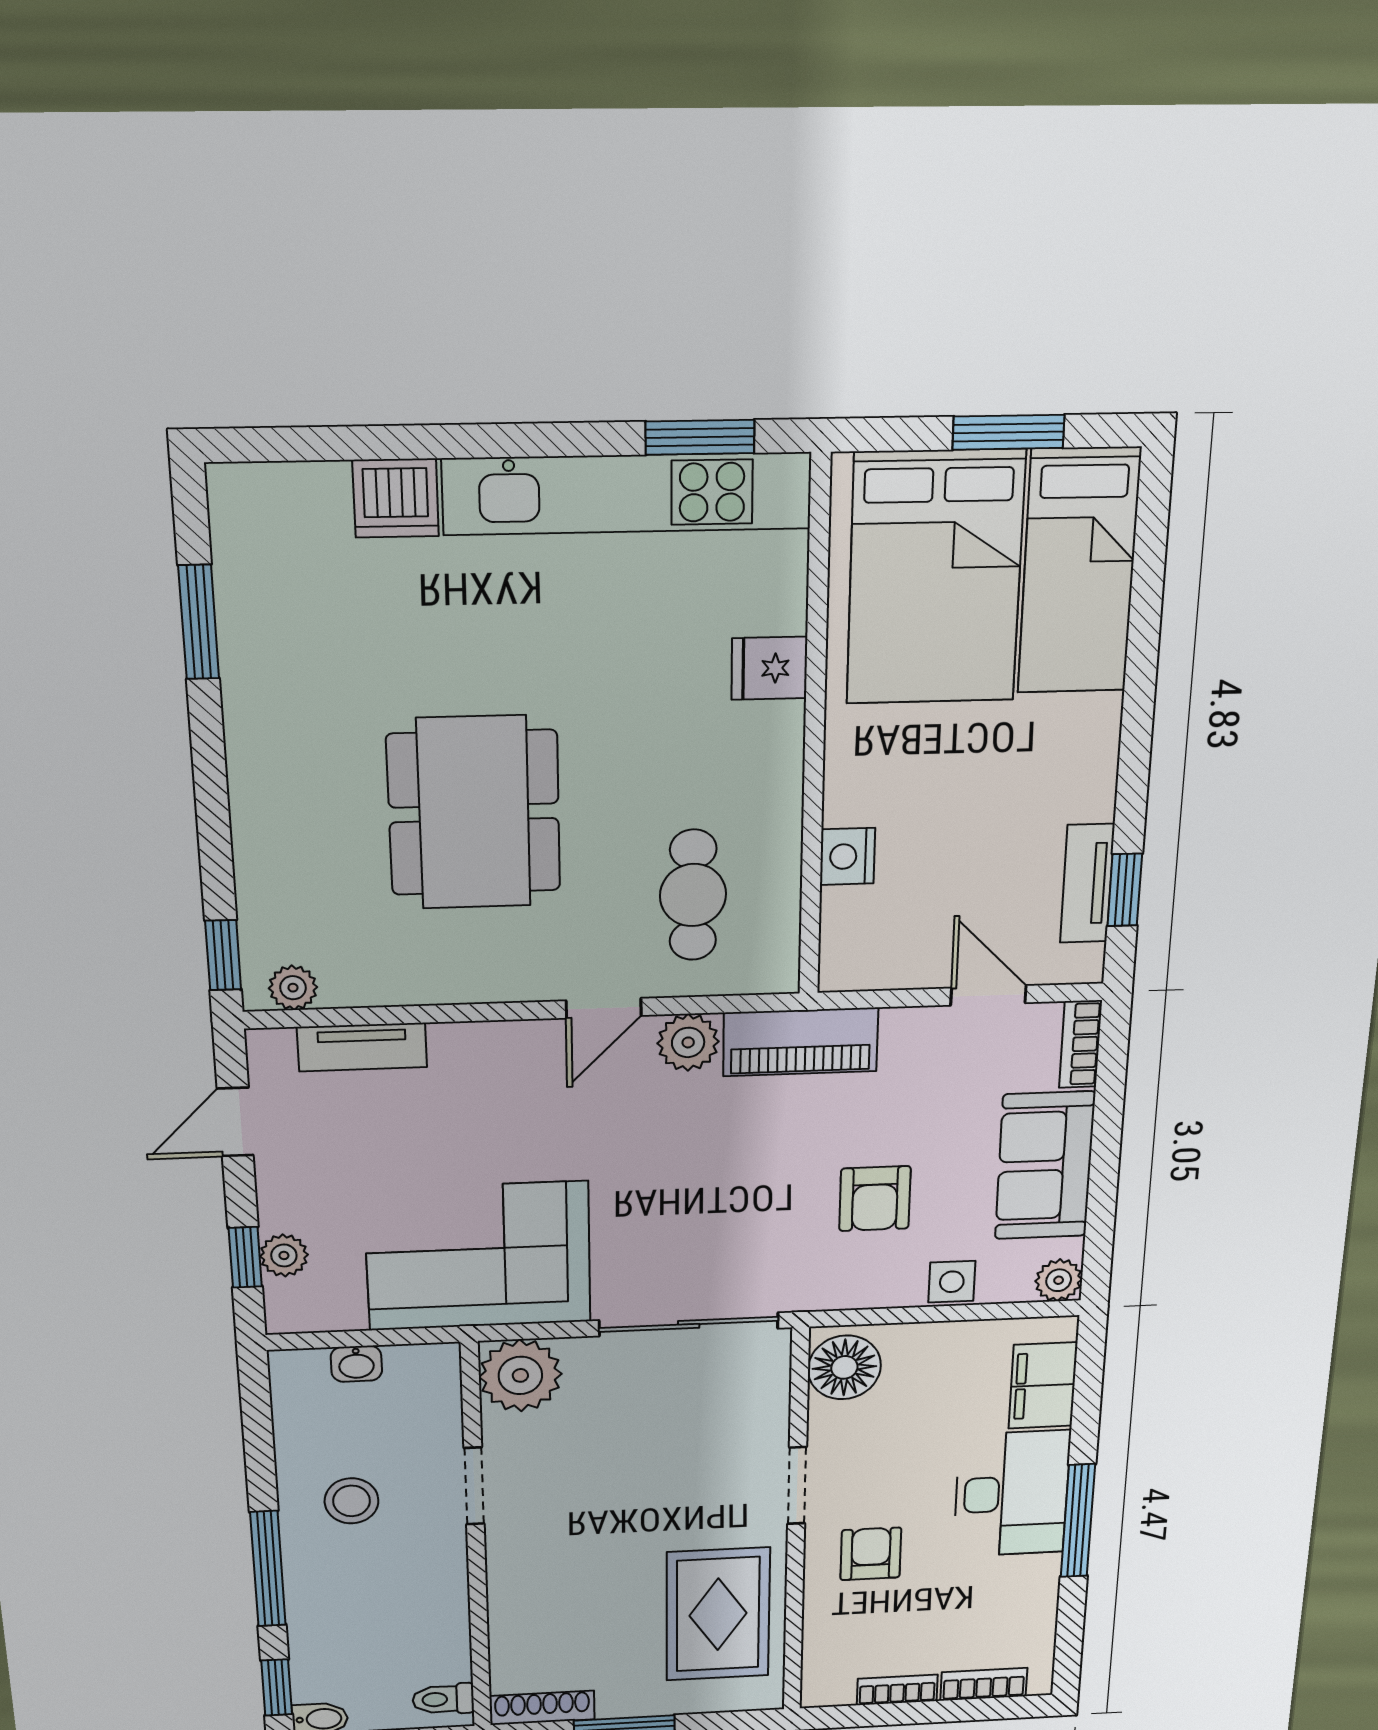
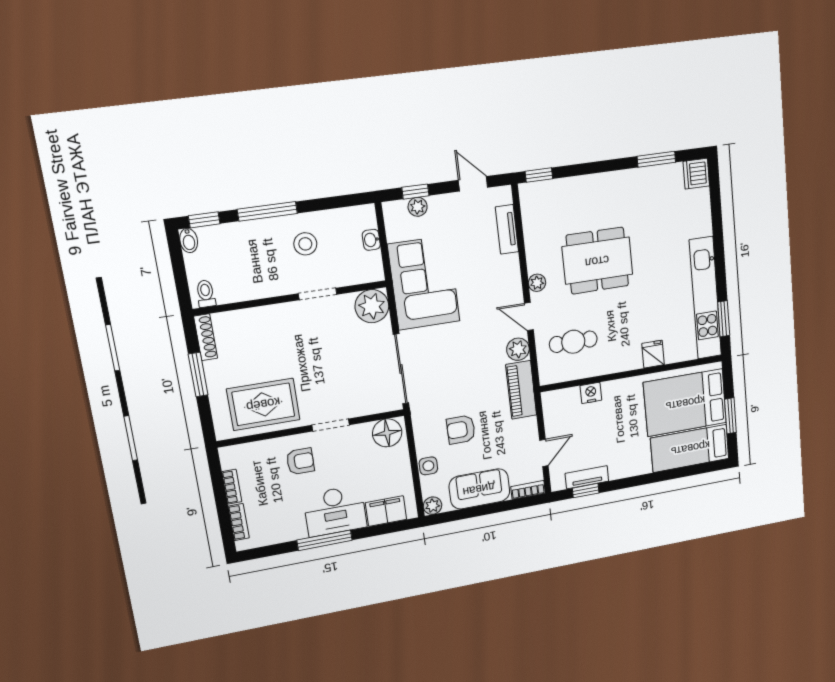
dishwasher: (396, 498) -> (696, 174), moved
plant: (293, 988) -> (537, 283), moved

